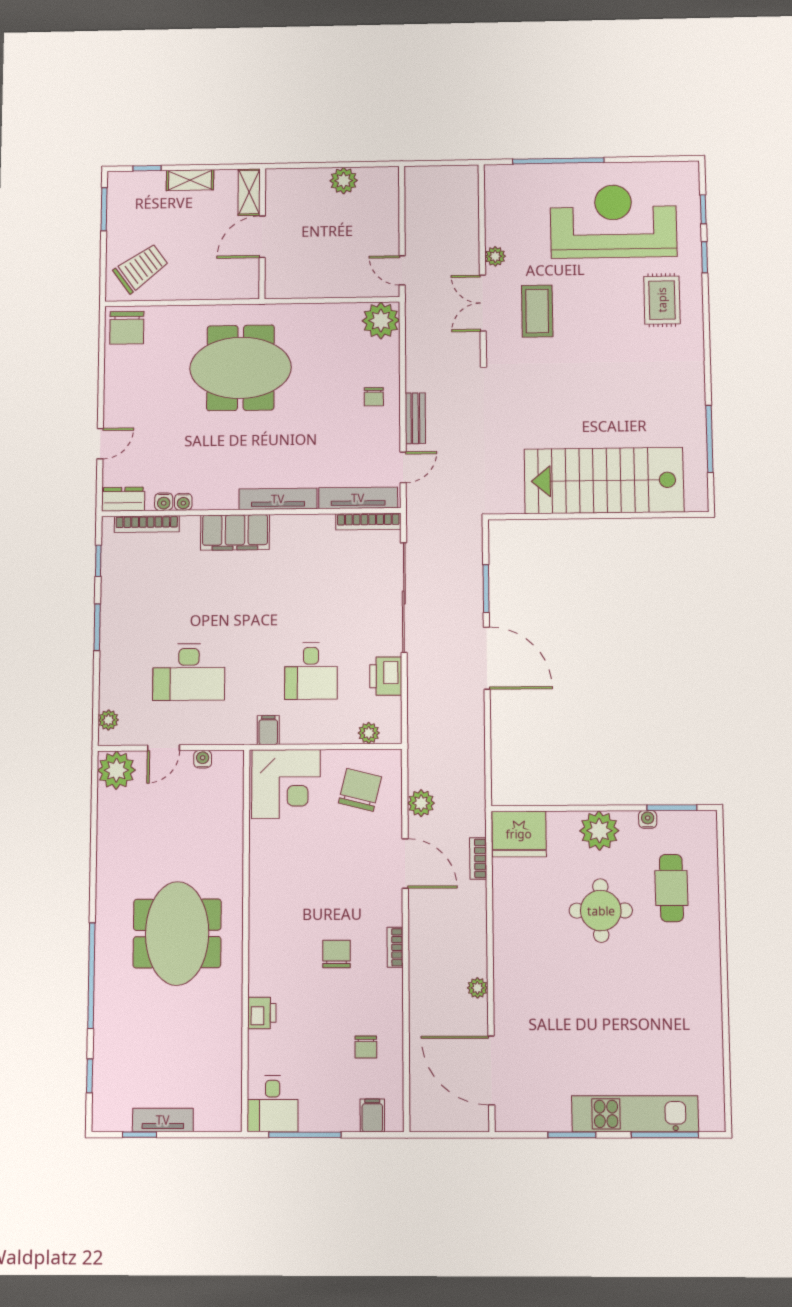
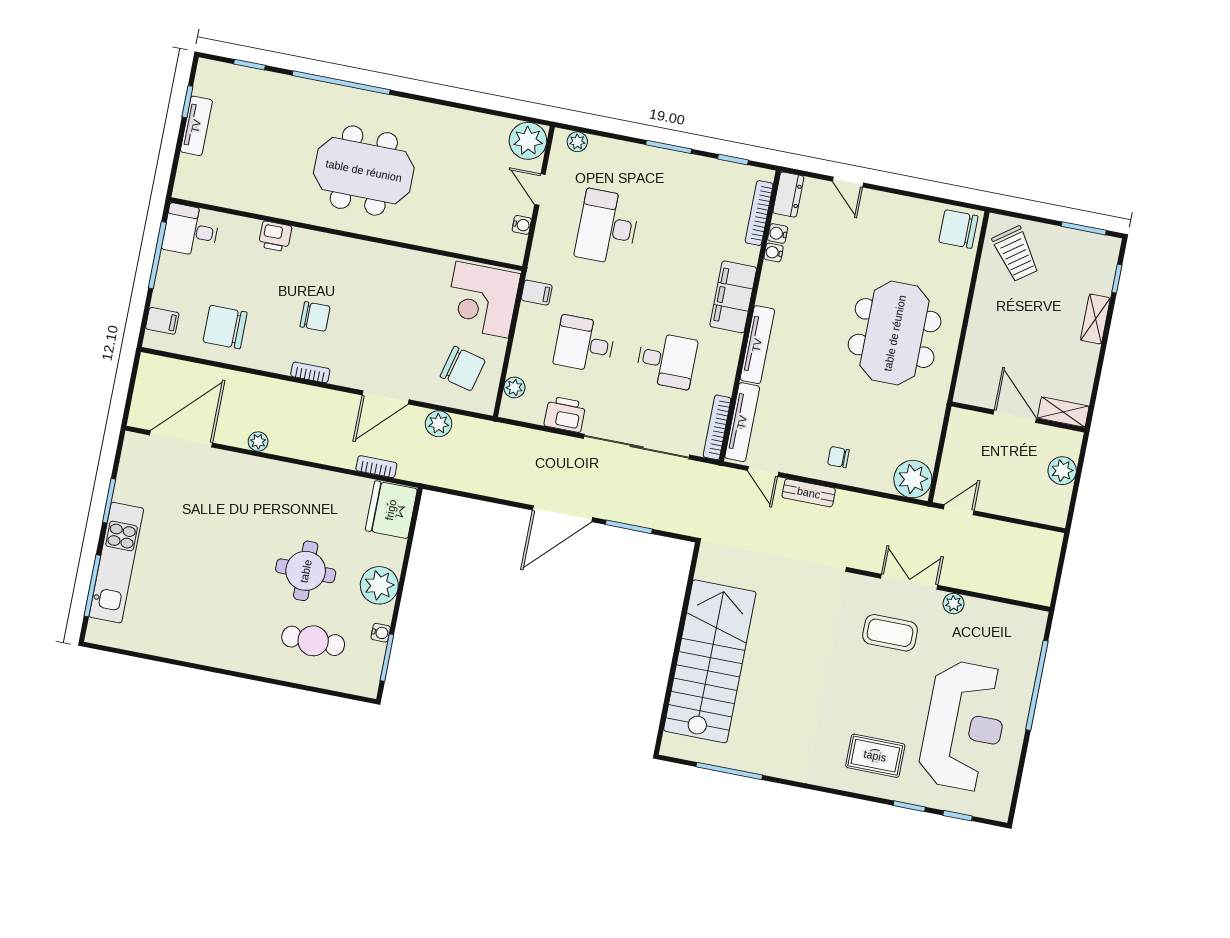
shelving: (249, 192) -> (1063, 412), moved
wall: (262, 233) -> (1018, 417), moved
door: (262, 237) -> (1015, 416), moved
desk: (311, 586) -> (666, 360), added
chair: (366, 1047) -> (225, 327), width x1.87, depth x1.87

